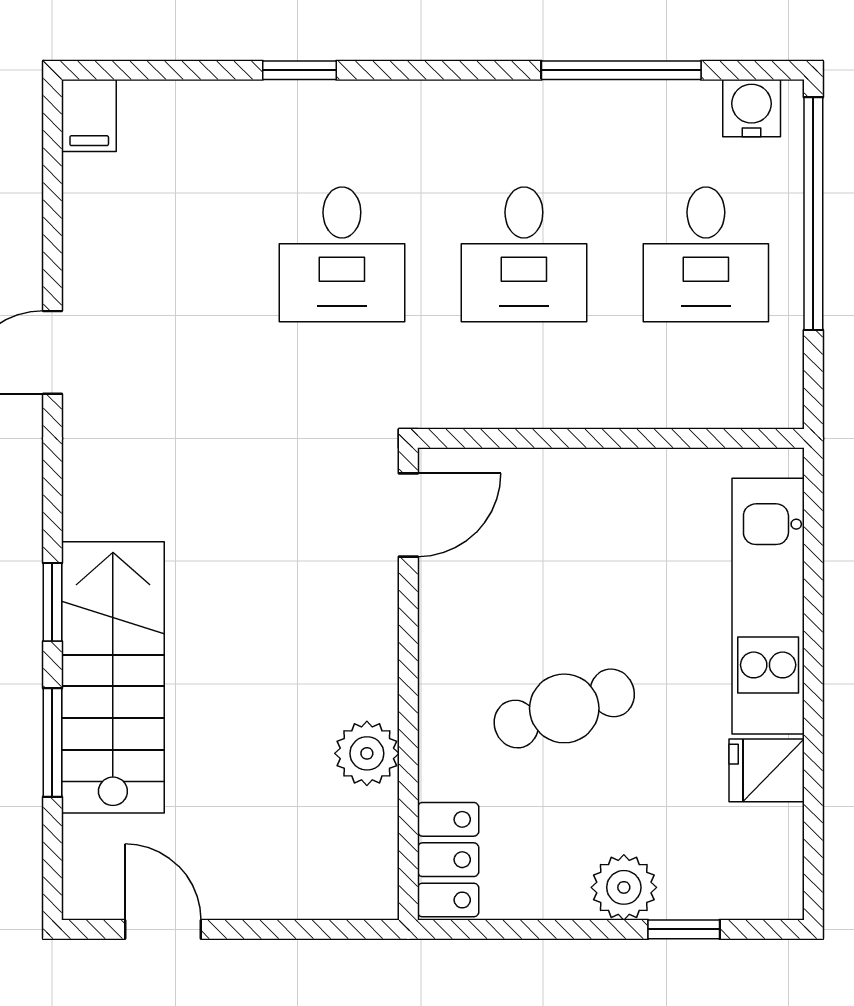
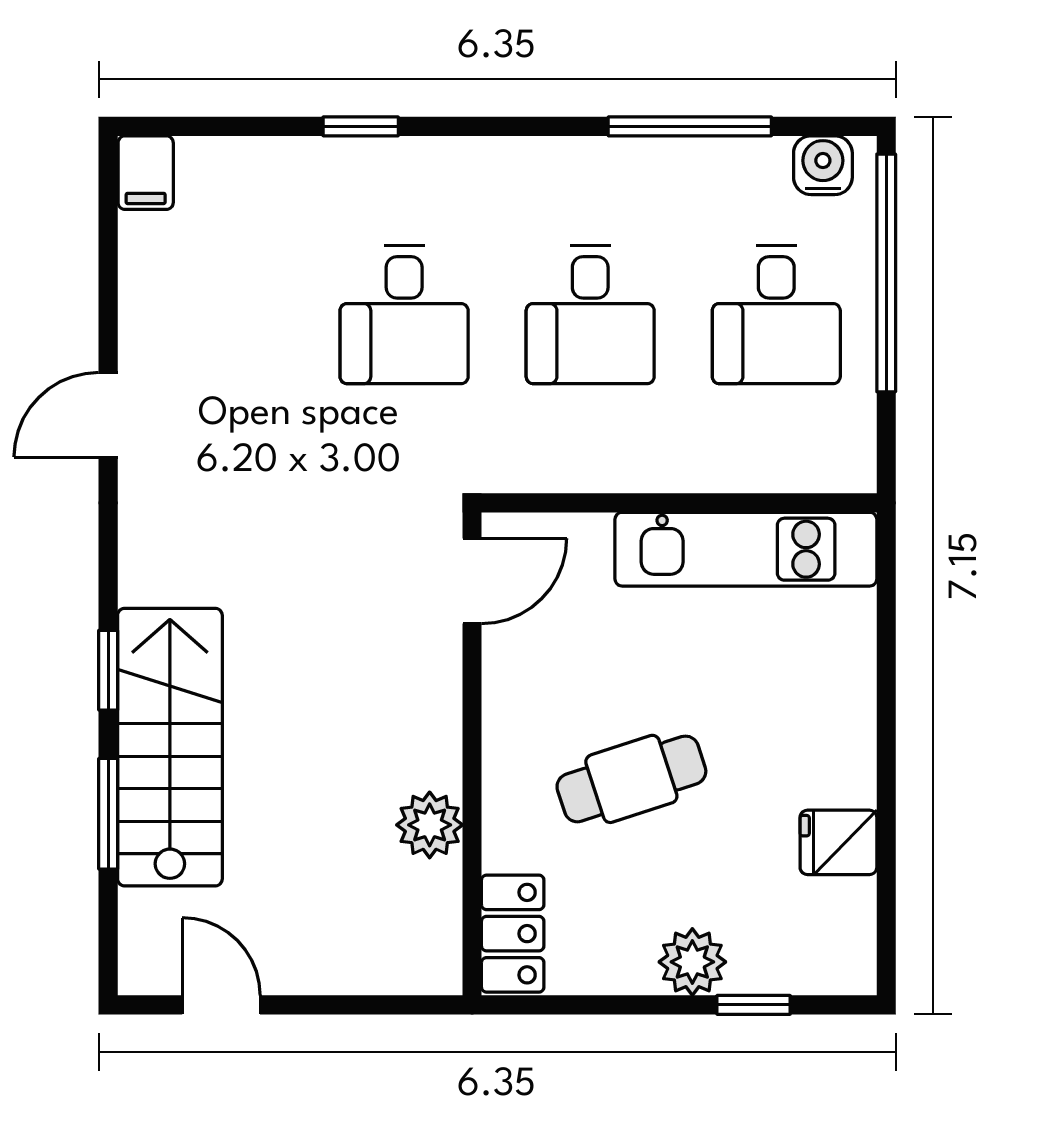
kitchen unit: (768, 606) -> (746, 549), moved, turned -90

